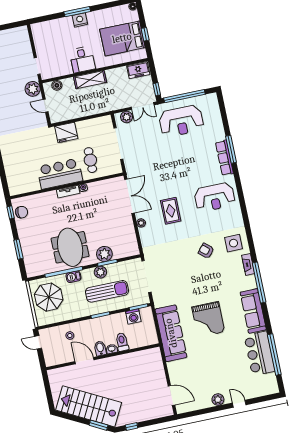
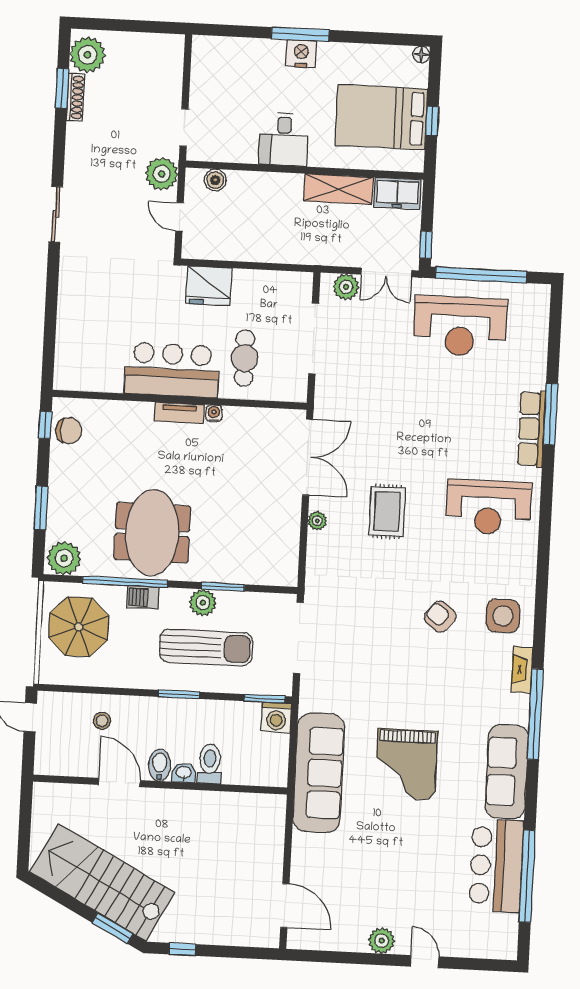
shelving: (90, 80) -> (338, 189), moved
plant: (104, 254) -> (64, 558), moved
washing machine: (133, 317) -> (276, 717), moved

